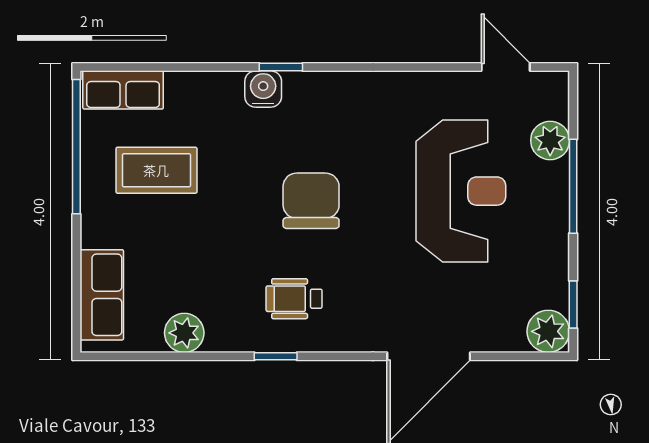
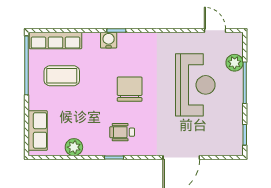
row of seats: (123, 90) -> (55, 40), width x1.48
plant: (548, 331) -> (234, 146), removed

